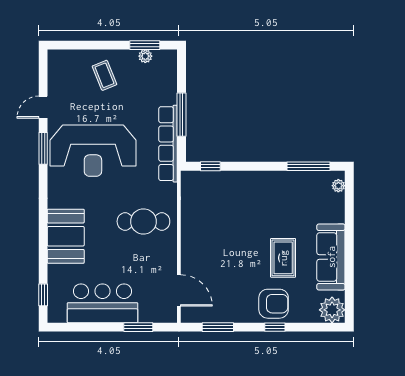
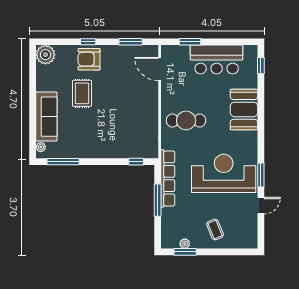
sofa: (331, 257) -> (46, 117), moved

